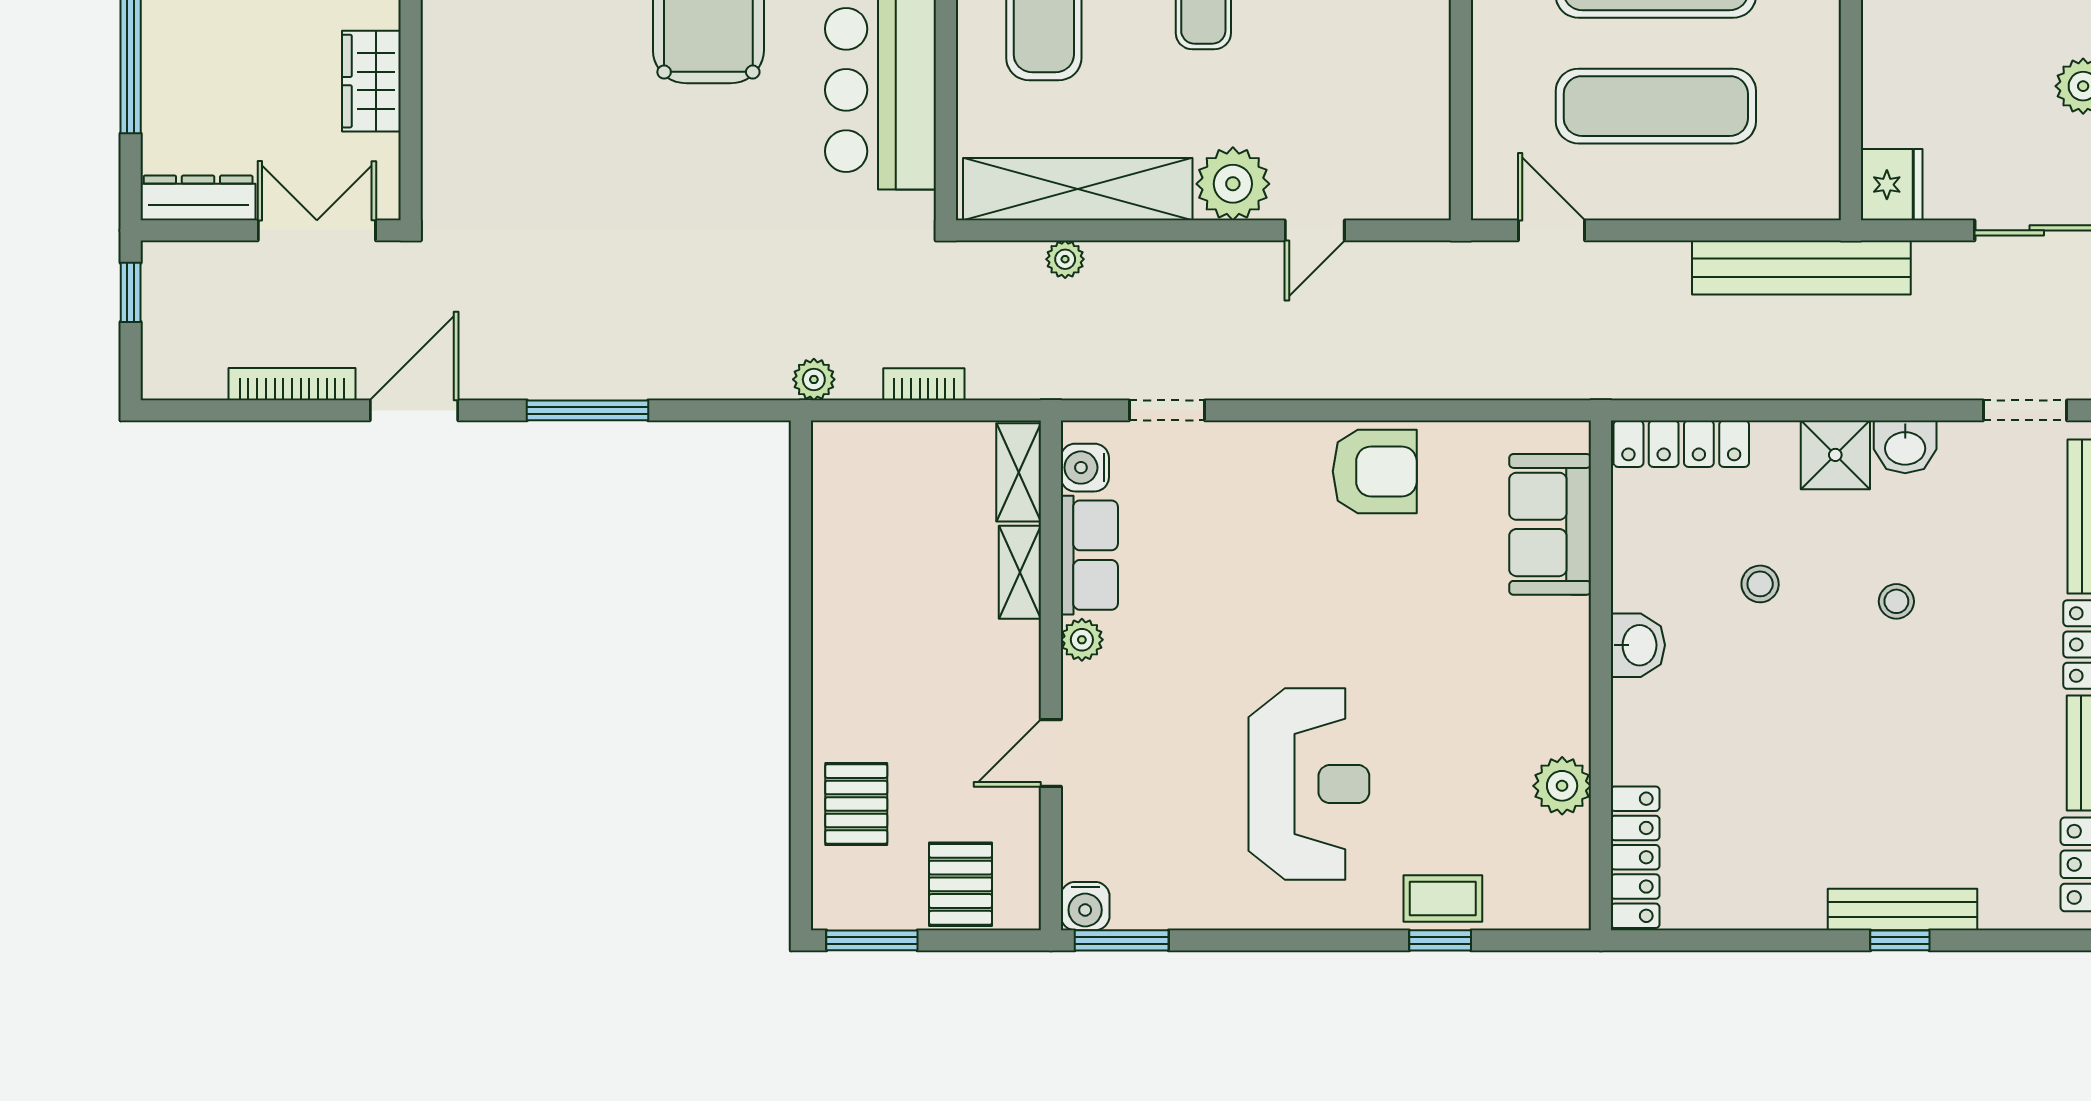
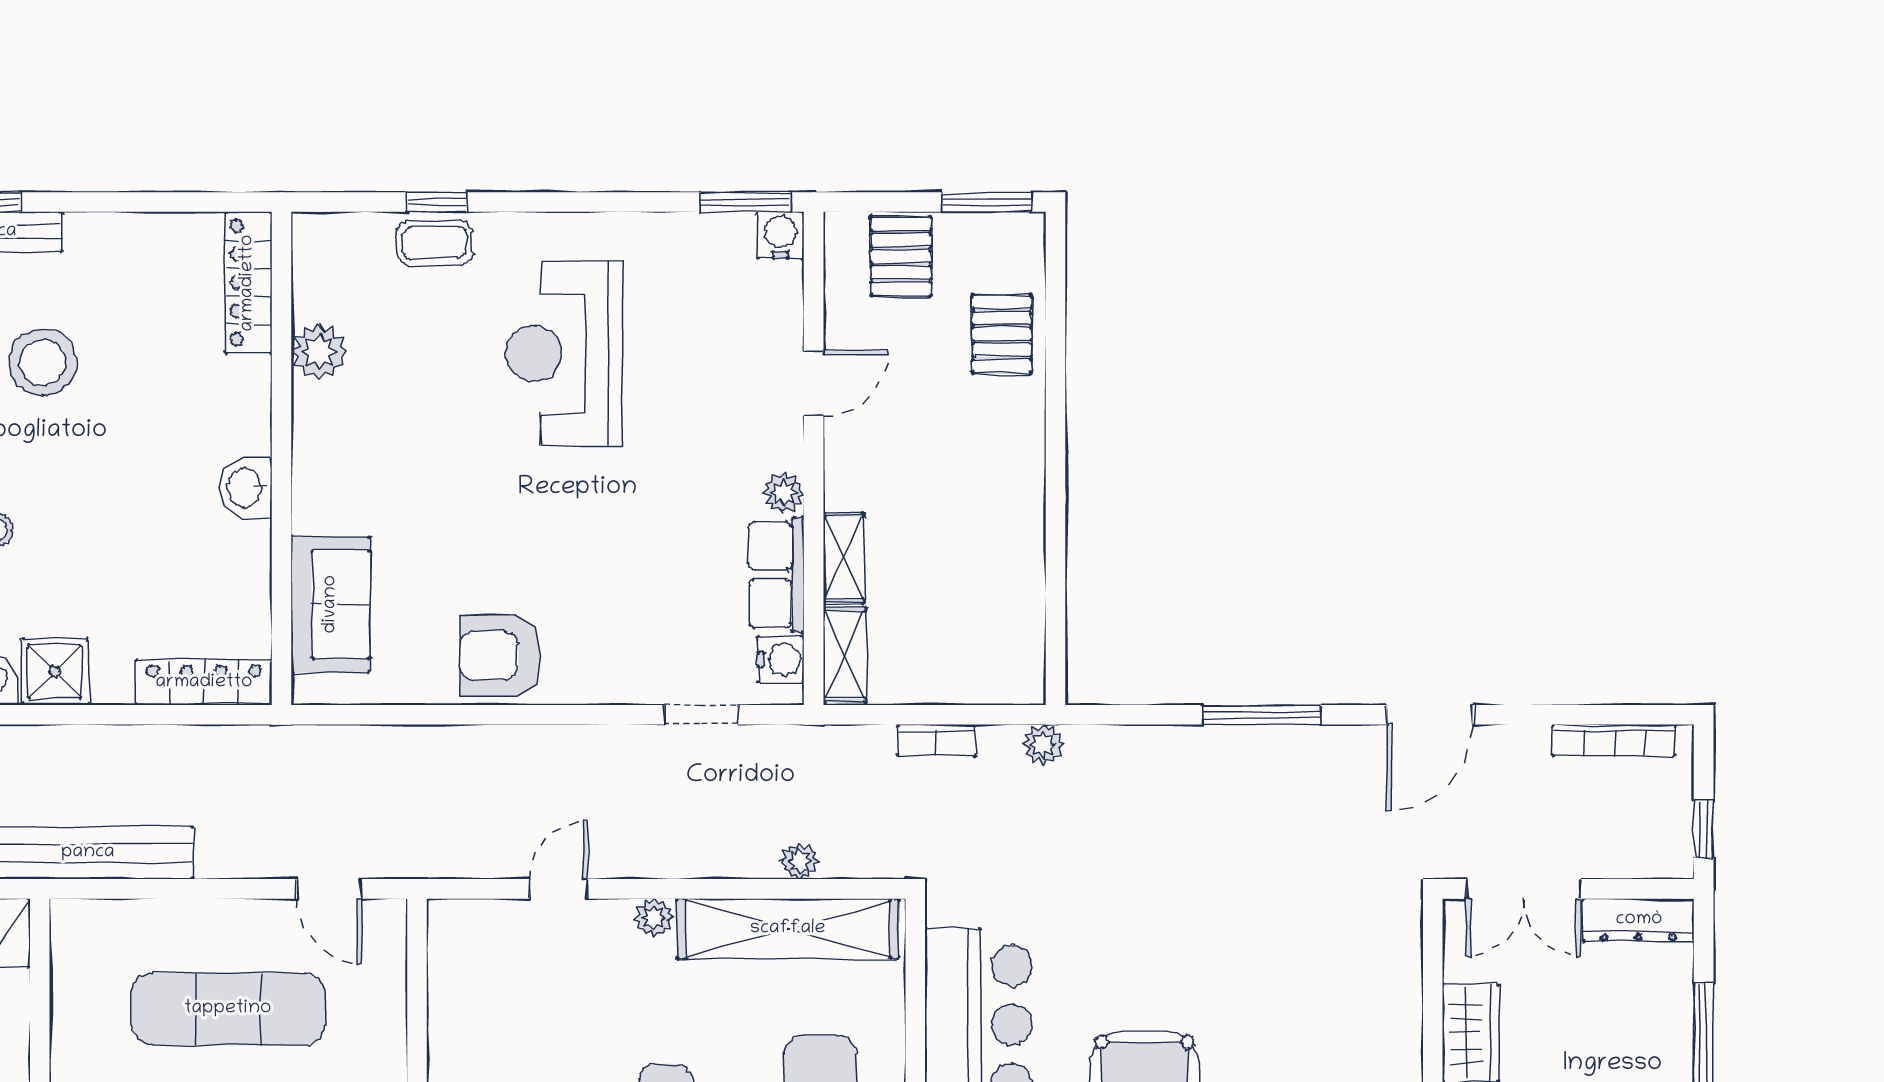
plant: (1233, 184) -> (654, 917), width x0.53, depth x0.53
bookcase: (292, 384) -> (1614, 740), moved
stool: (1760, 584) -> (43, 362), moved, width x1.89, depth x1.89

